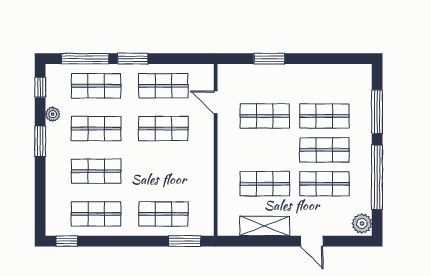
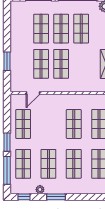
shop shelf: (163, 129) -> (74, 124), moved
shop shelf: (265, 184) -> (61, 64), moved

